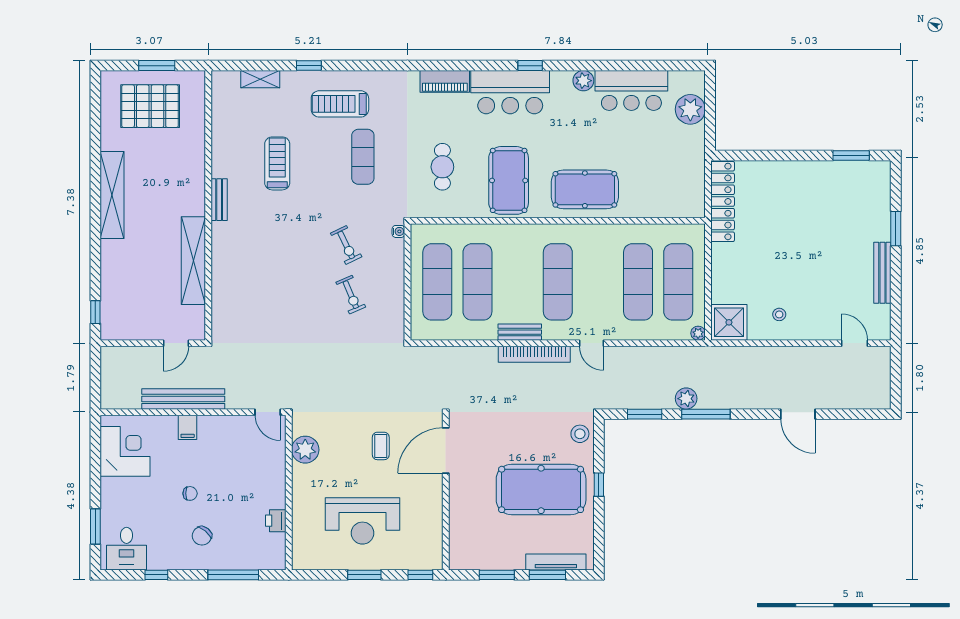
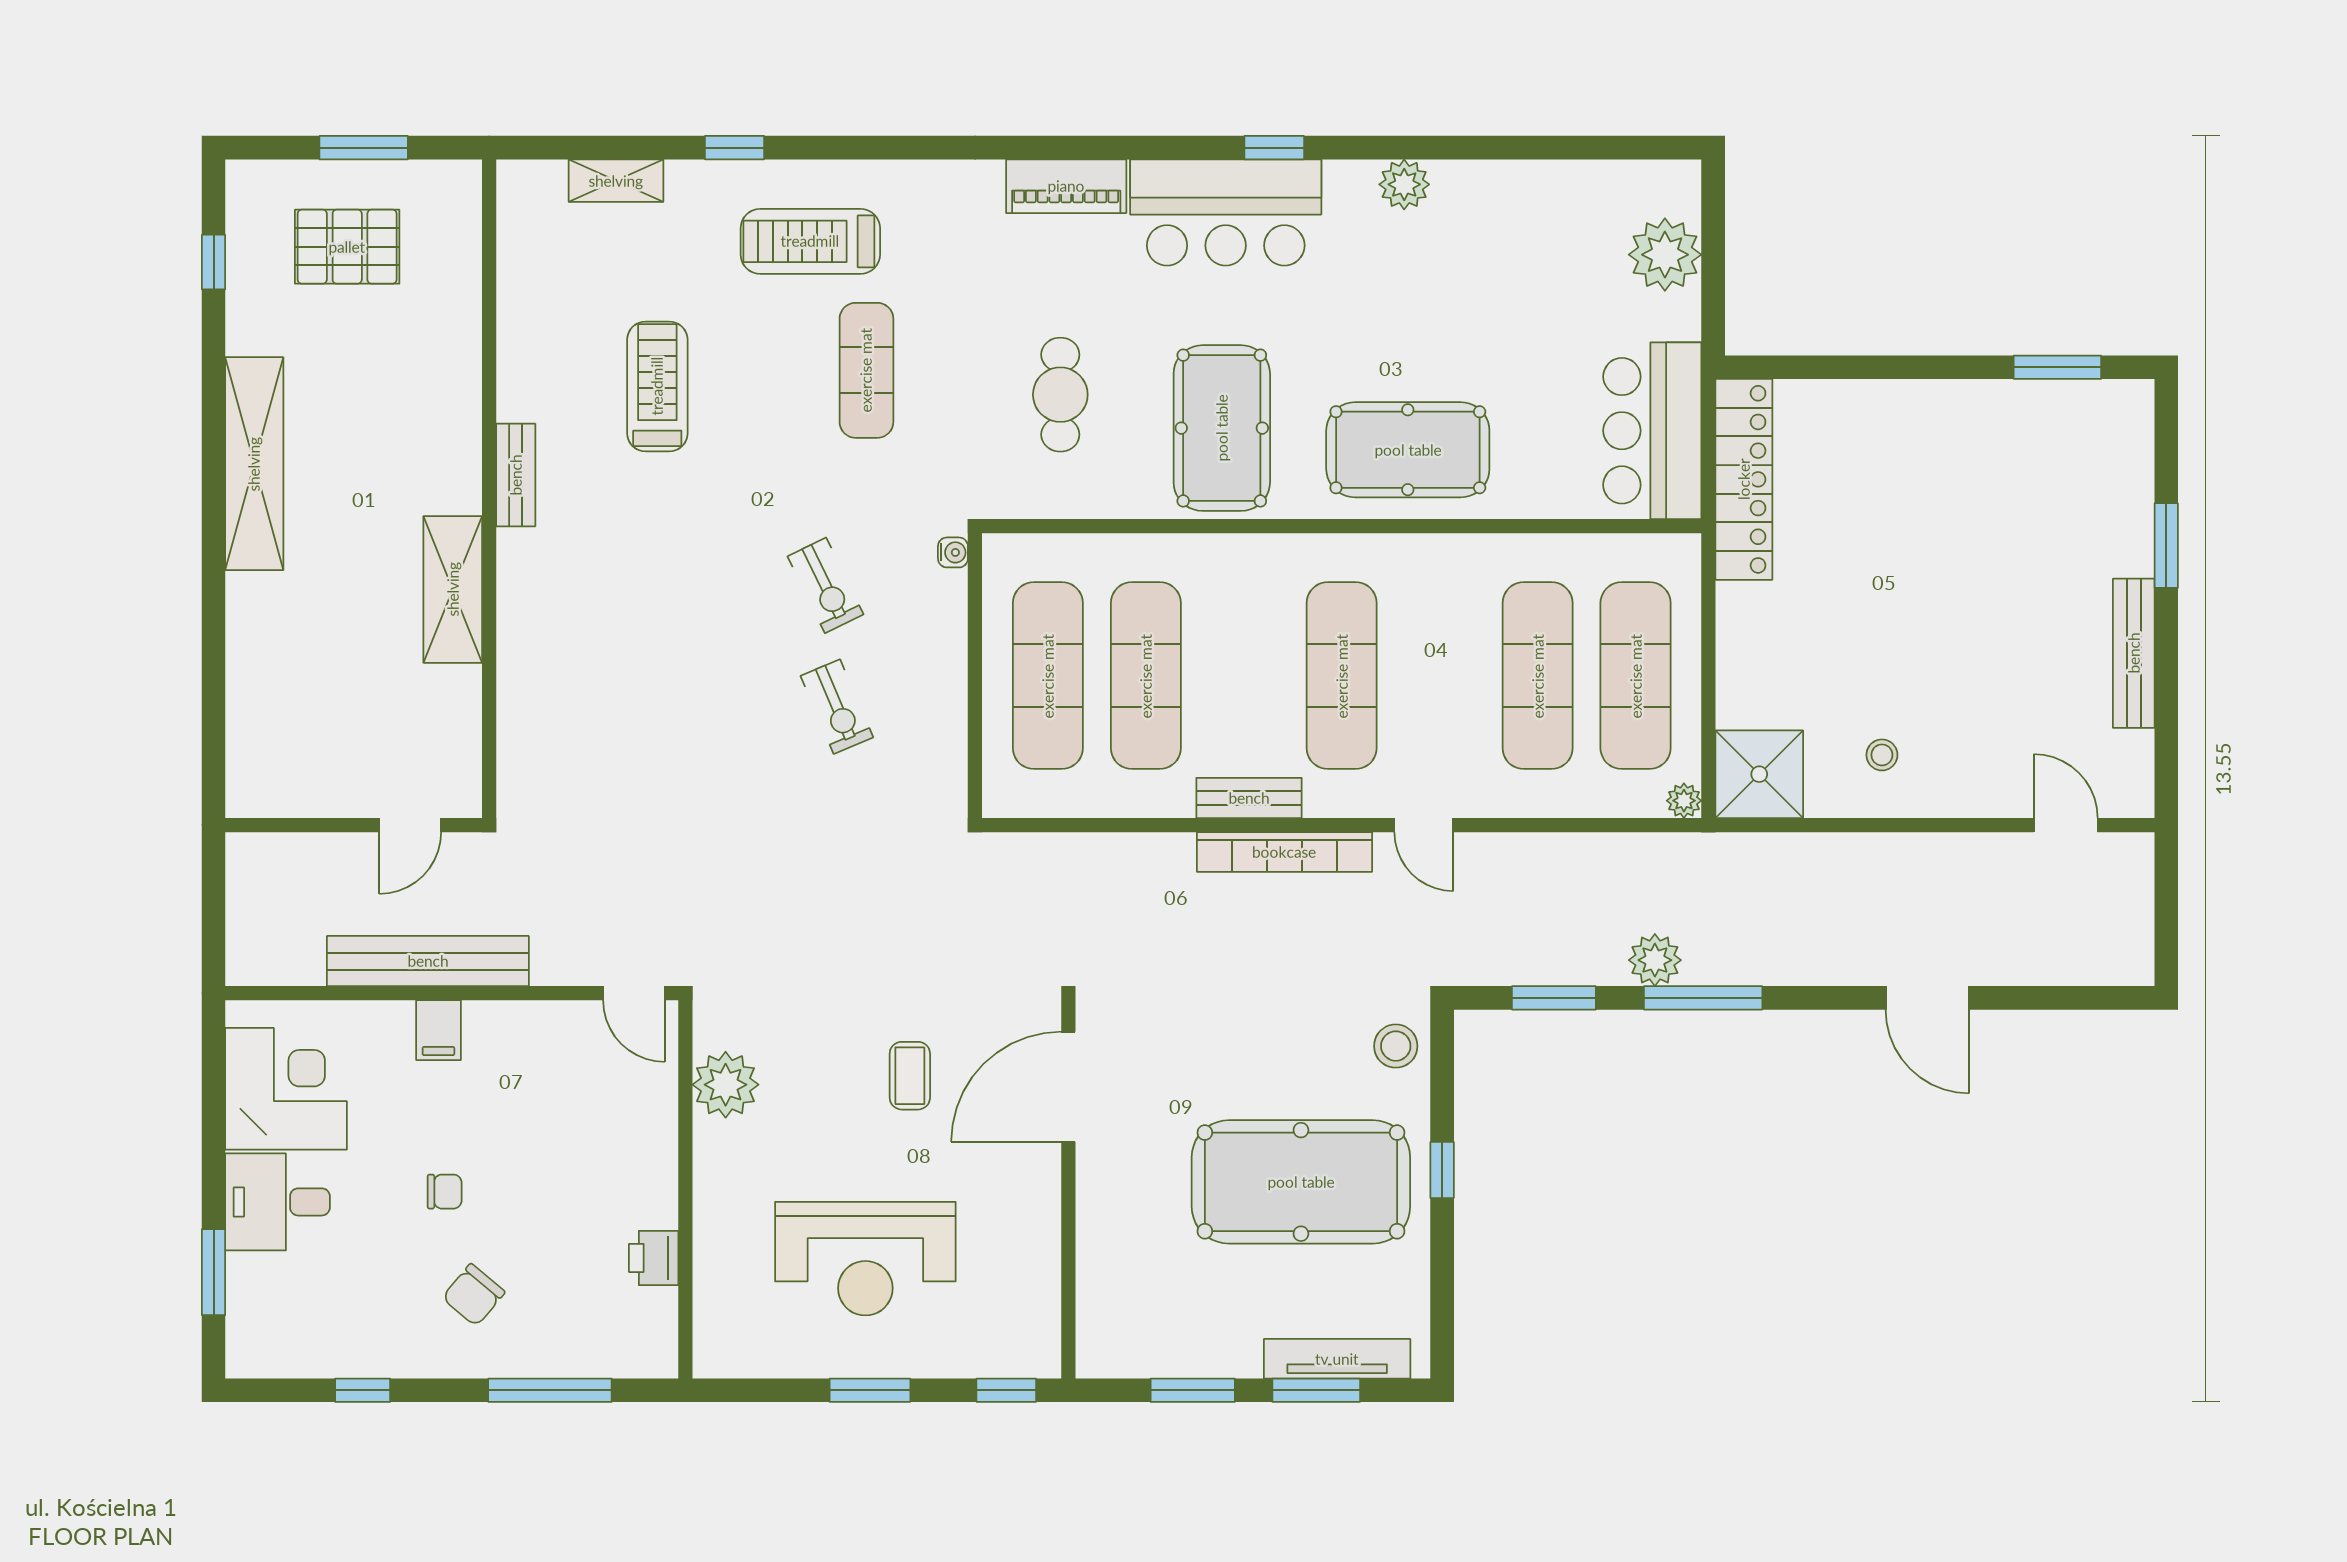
bar counter: (631, 90) -> (1652, 431), moved, turned 90
pallet: (150, 106) -> (347, 247), width x0.73, depth x0.71
shelving: (193, 261) -> (453, 589), width x0.68
window: (95, 312) -> (214, 262), moved
desk: (127, 549) -> (278, 1202), moved, turned 90

